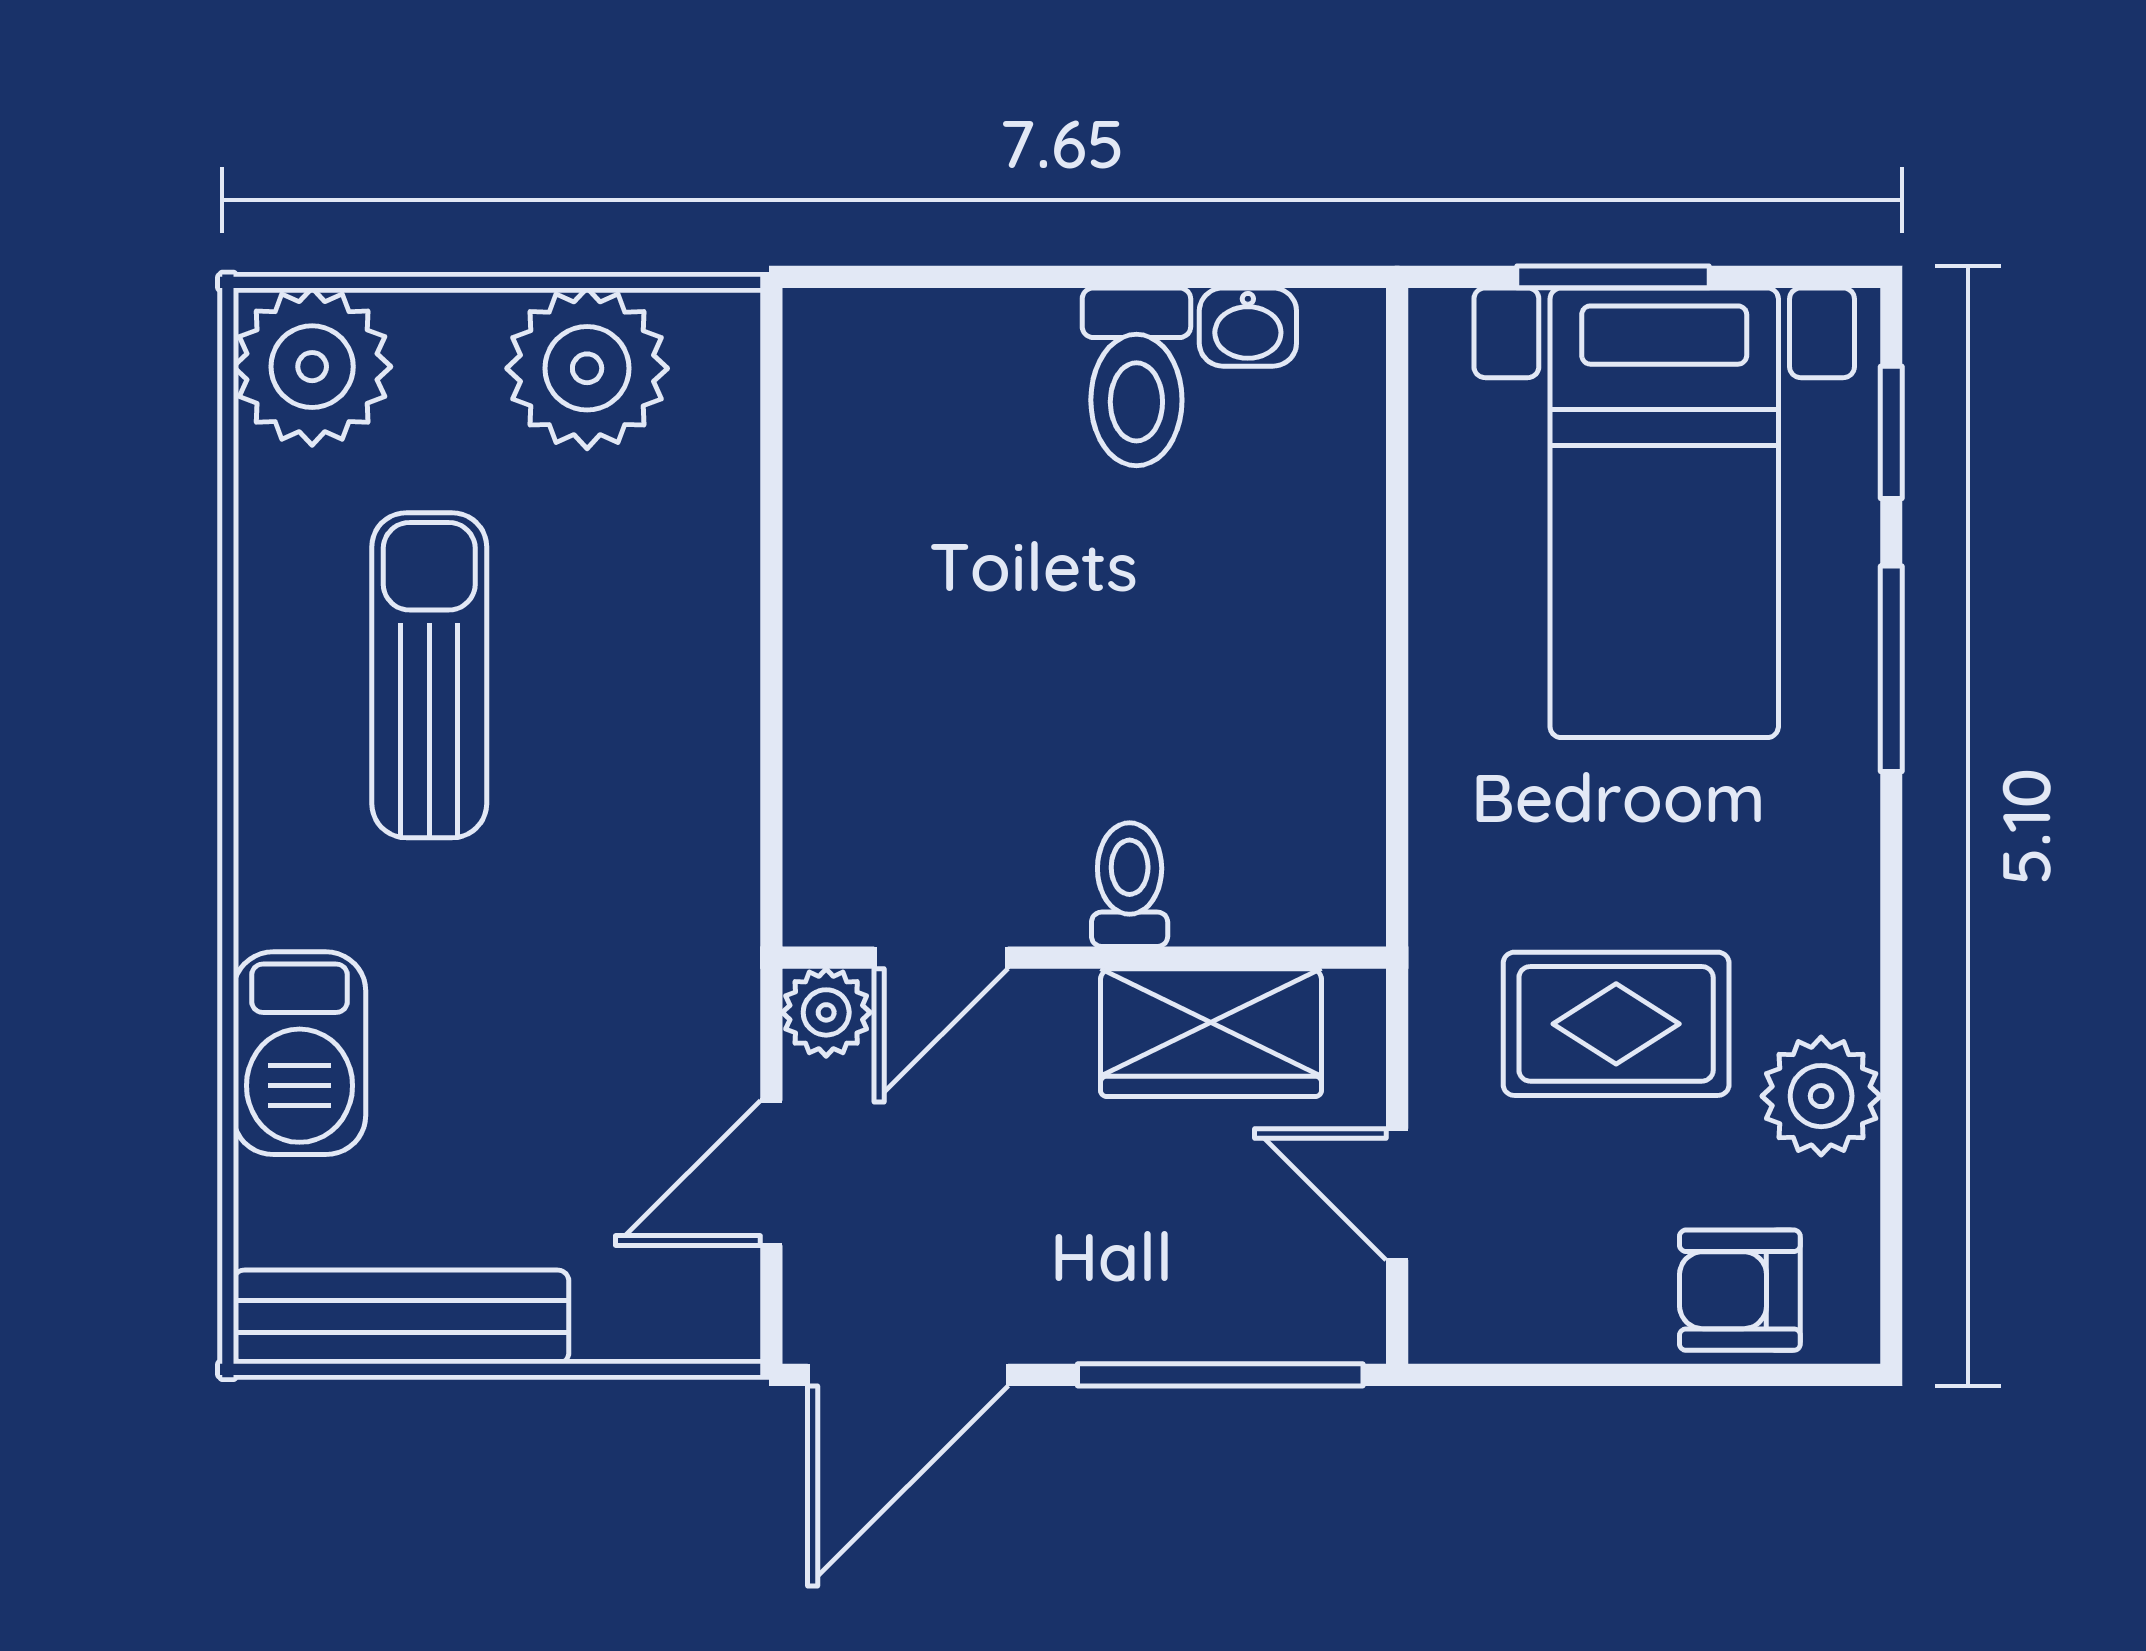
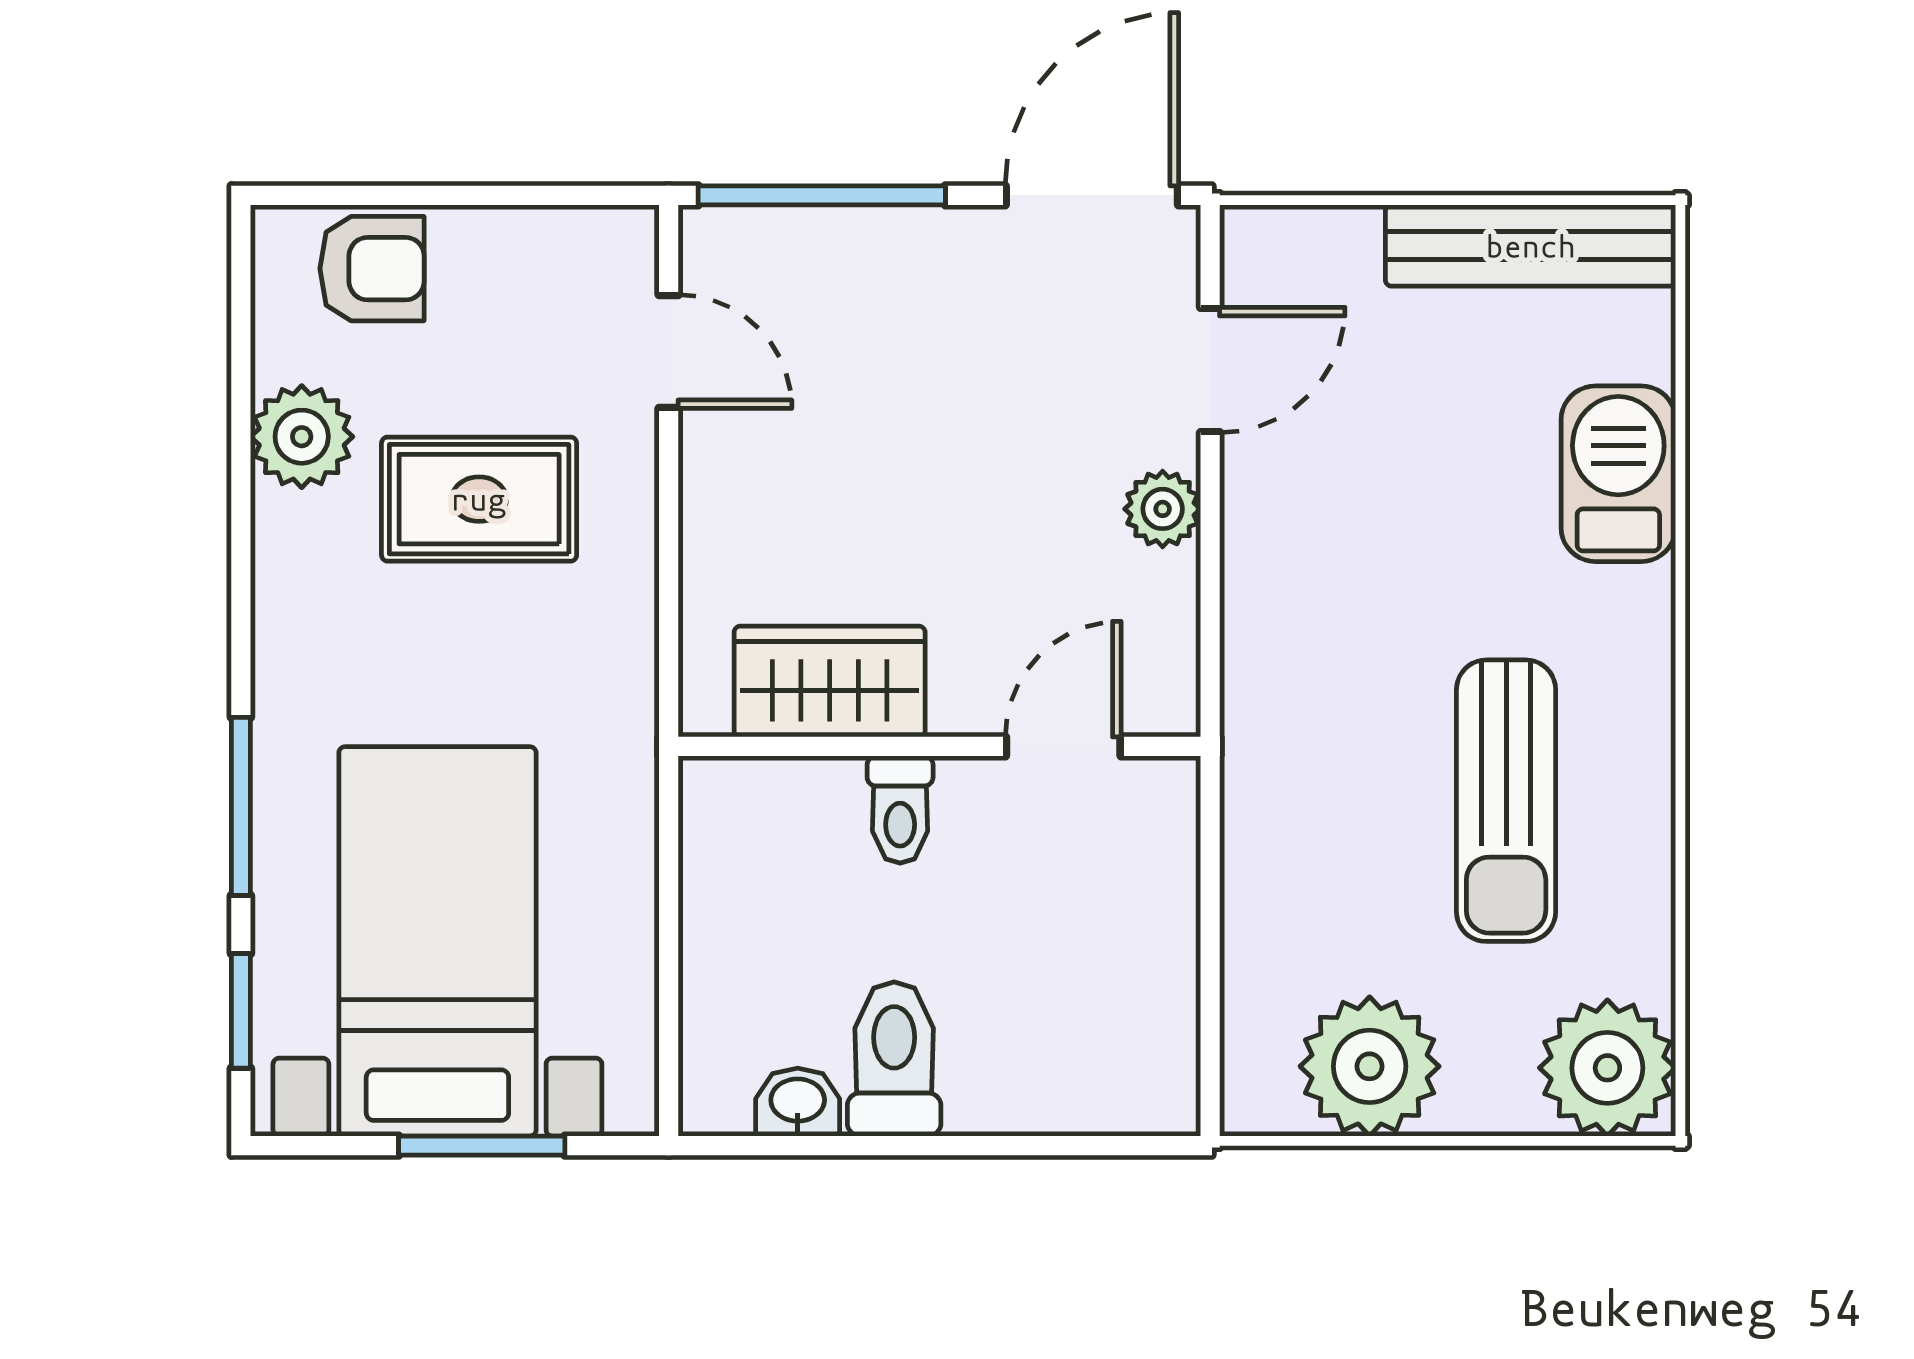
toilet: (1130, 885) -> (900, 810), moved
door: (941, 958) -> (1063, 746), moved
wall: (1084, 958) -> (939, 746), moved
wardrobe: (1211, 1033) -> (830, 682), moved

